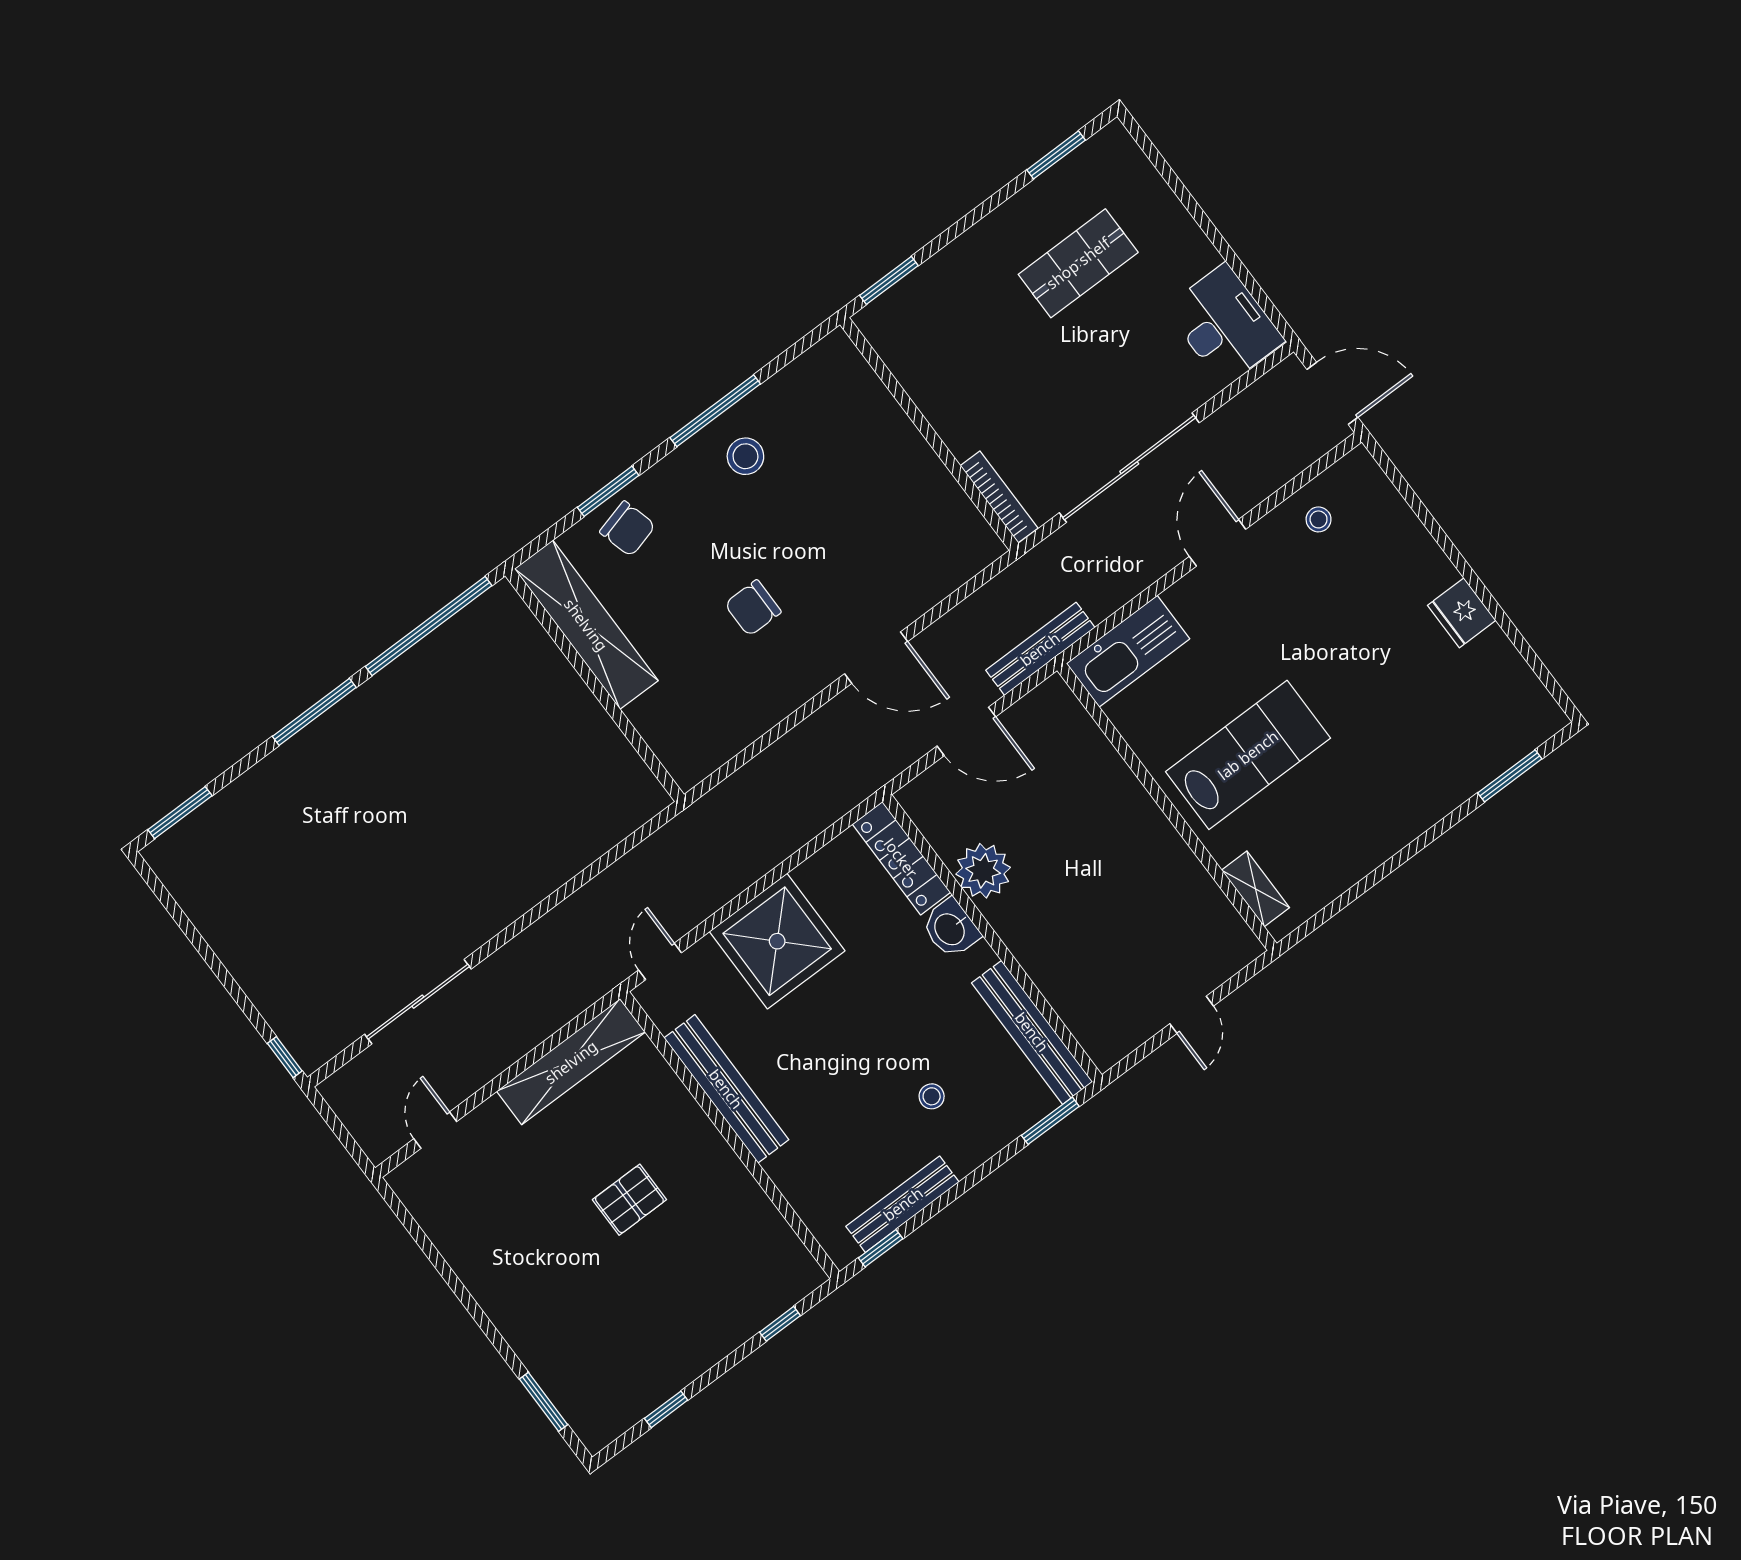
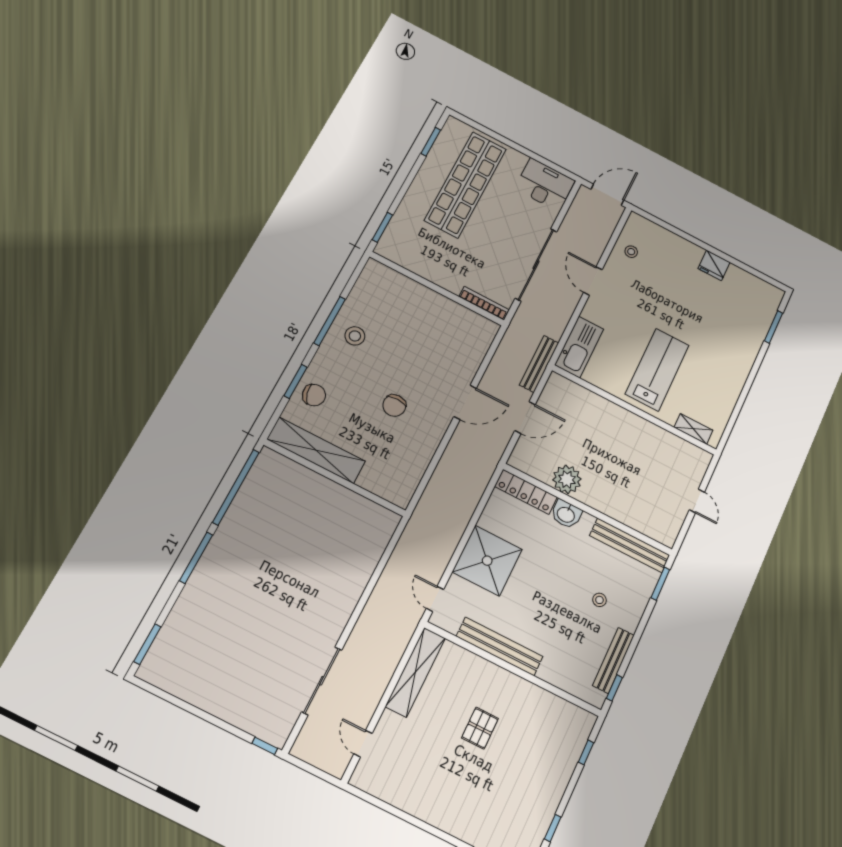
shop shelf: (1078, 263) -> (466, 185), width x2.00, depth x1.36

